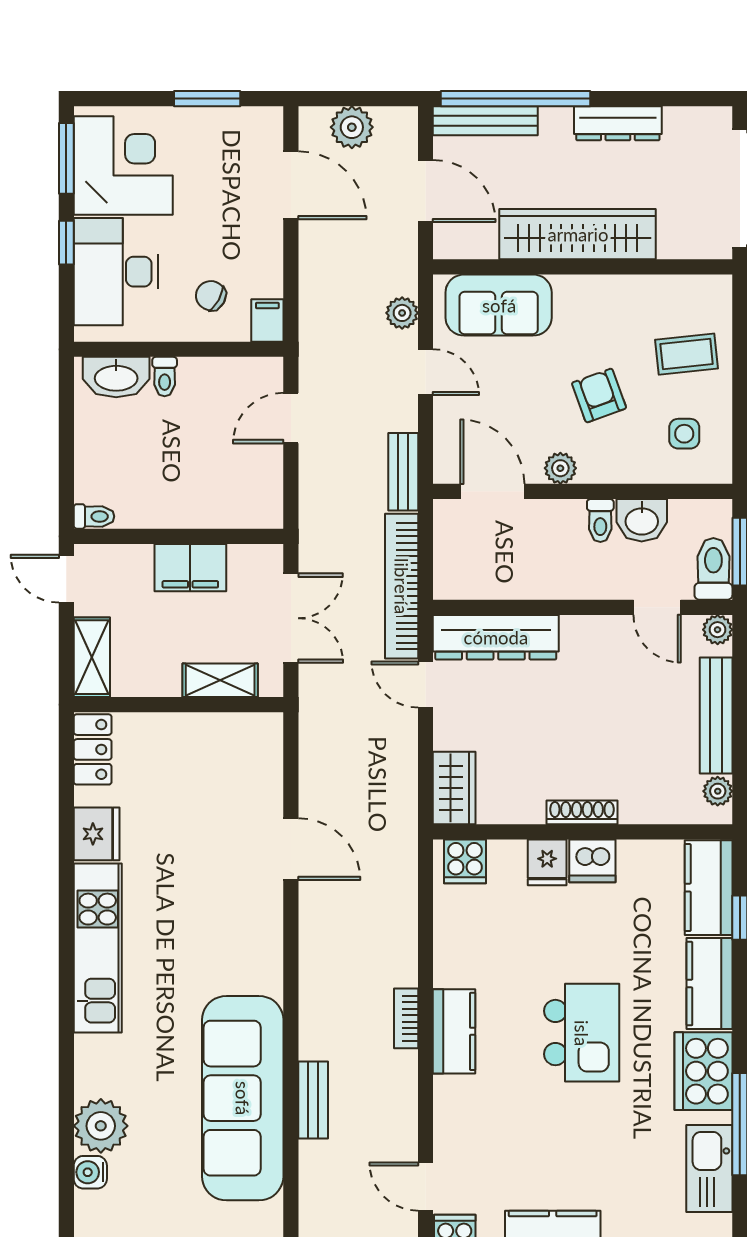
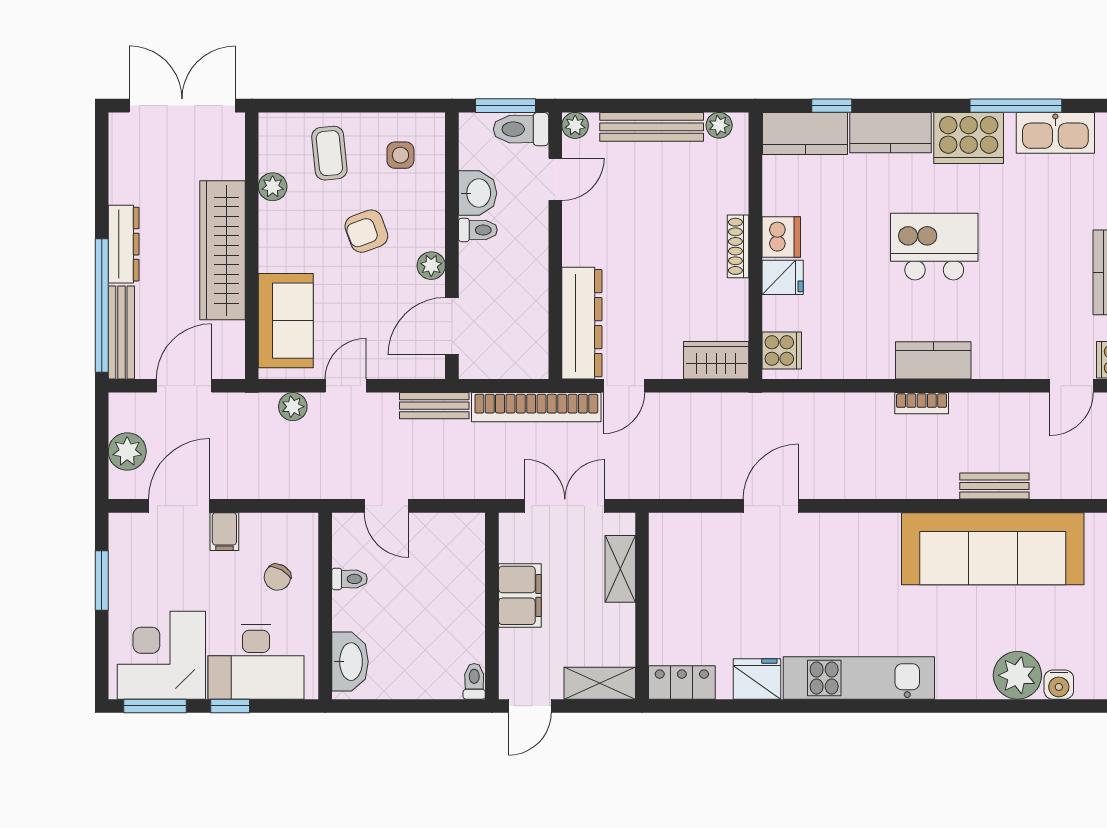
dresser: (618, 123) -> (124, 244), moved
plant: (649, 290) -> (273, 187), added
filing cabinet: (267, 320) -> (224, 532), moved, turned -90
toilet: (165, 377) -> (350, 579), moved

